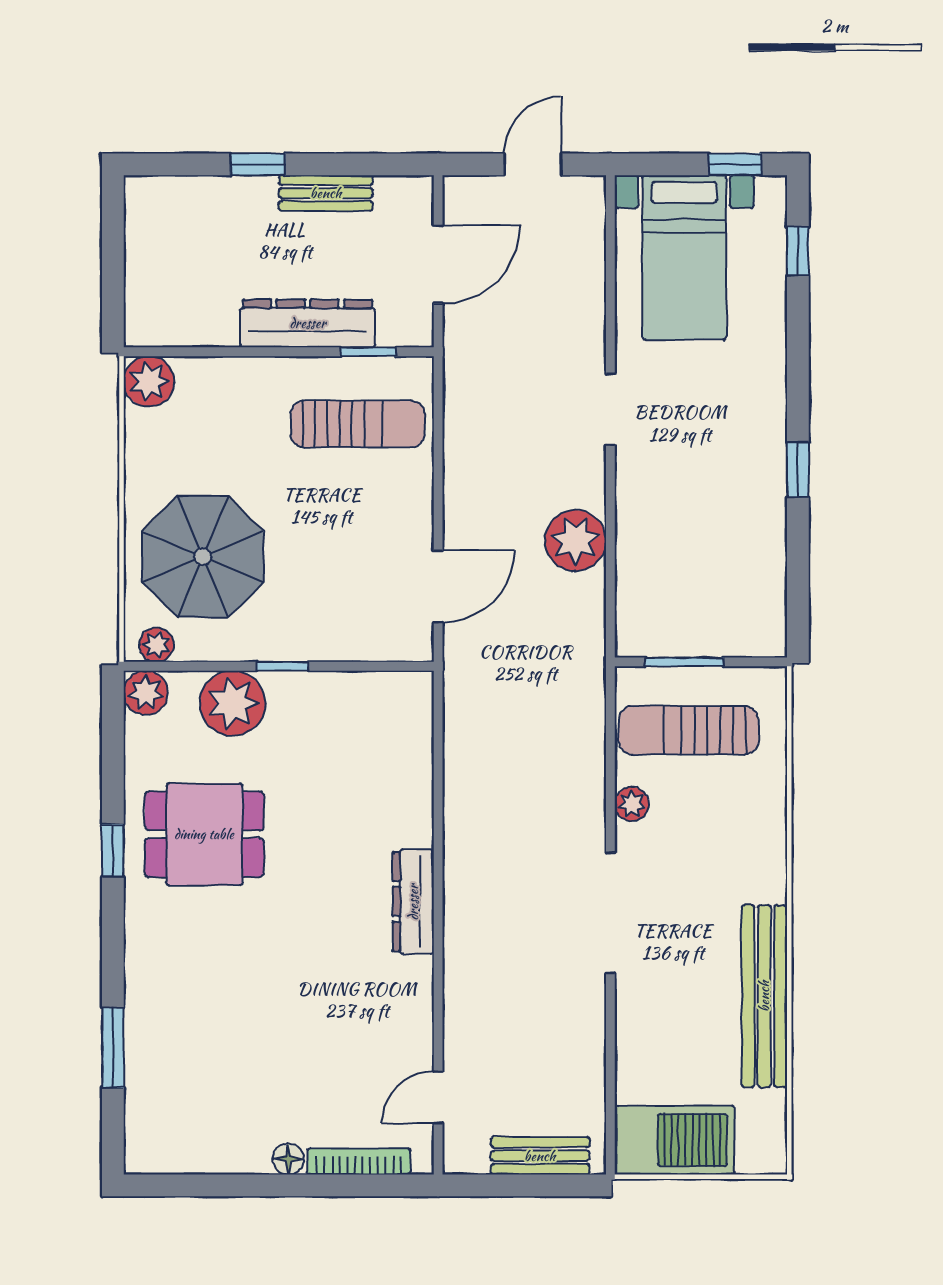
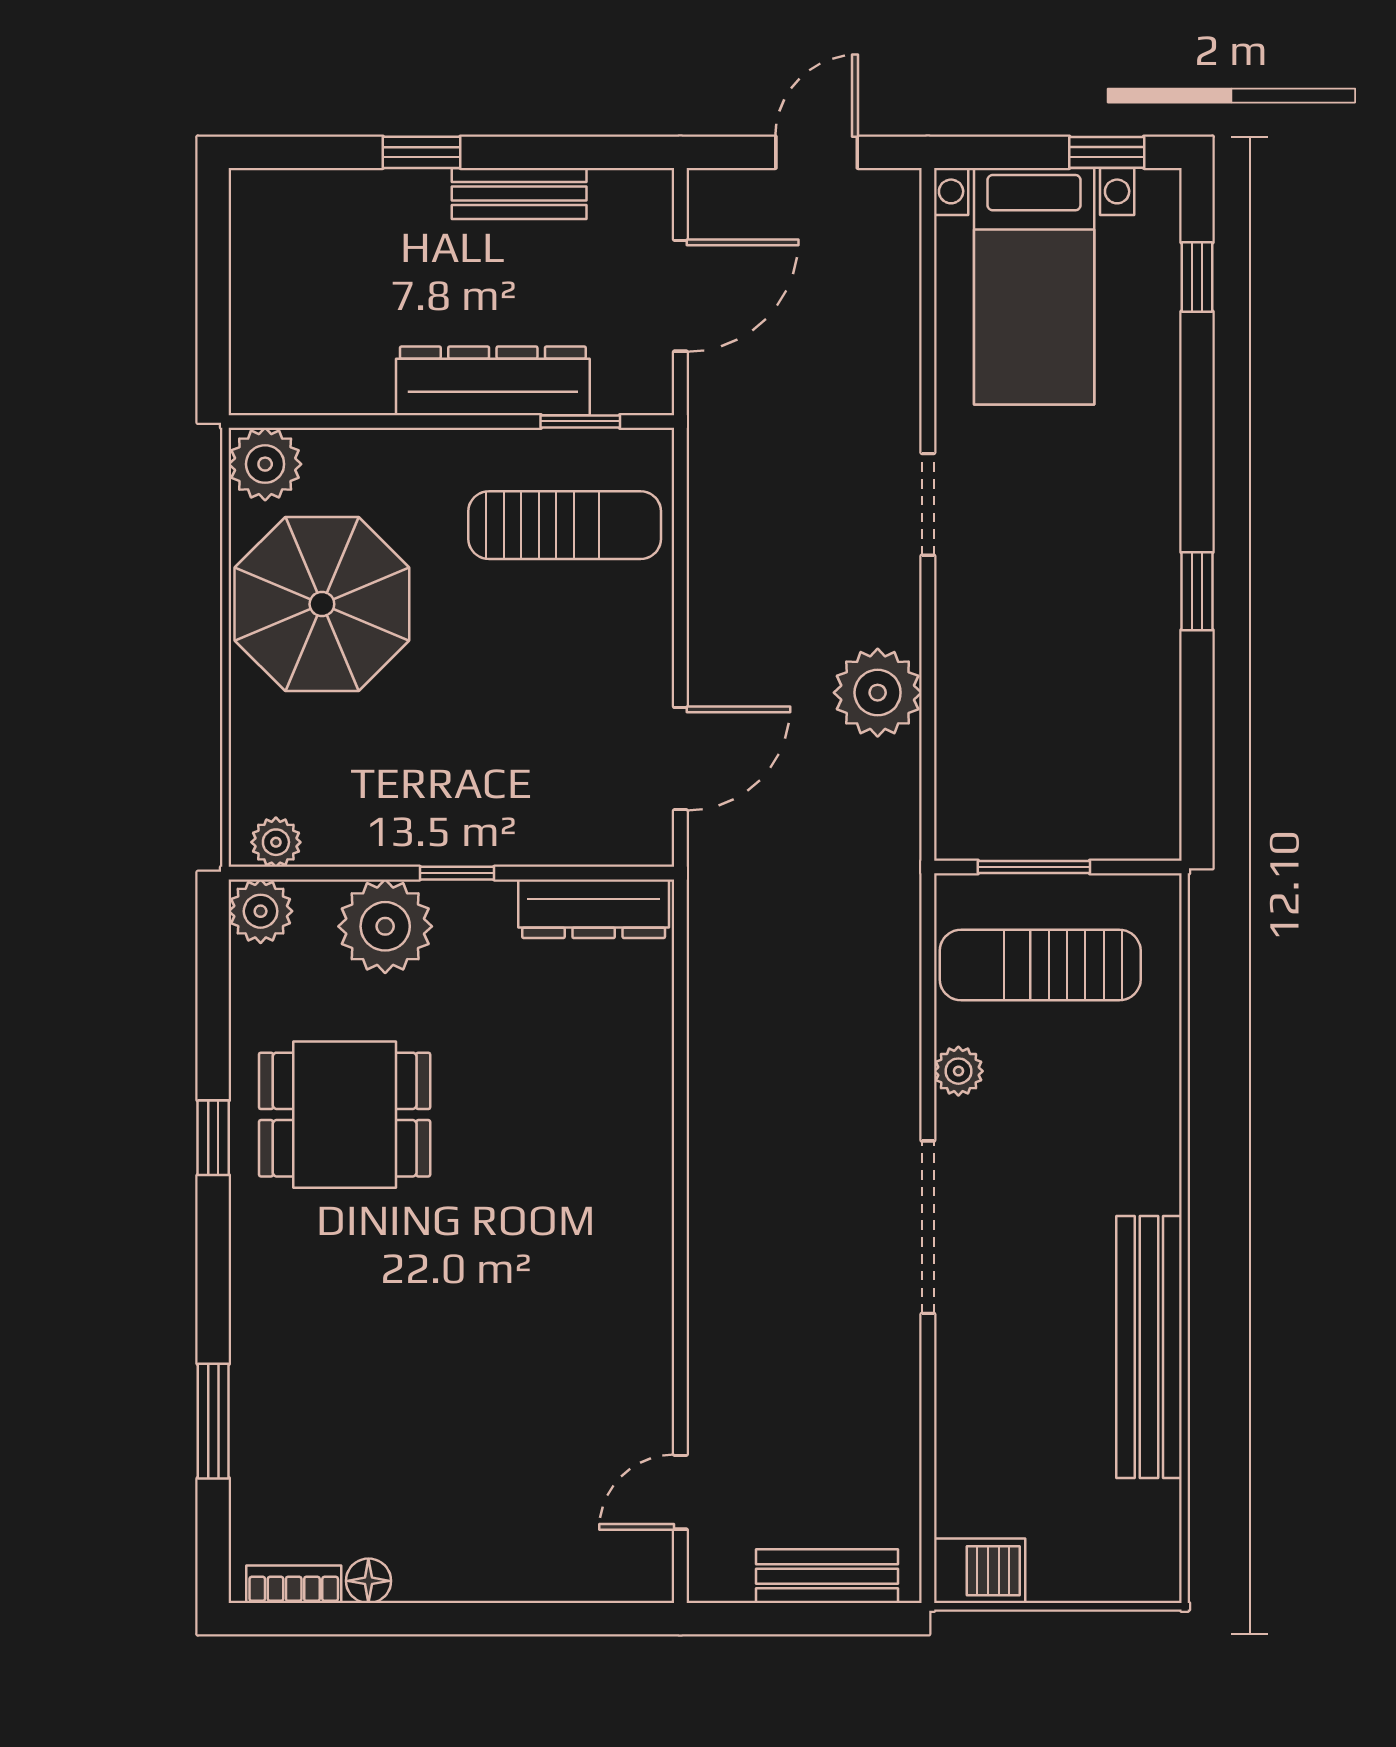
parasol: (203, 557) -> (322, 604), moved
dresser: (413, 902) -> (594, 909), moved, turned -90
barbecue: (675, 1140) -> (980, 1571), width x0.53, depth x0.65
floor lamp: (288, 1159) -> (368, 1581), moved
bookcase: (359, 1161) -> (294, 1584), moved, width x0.64

